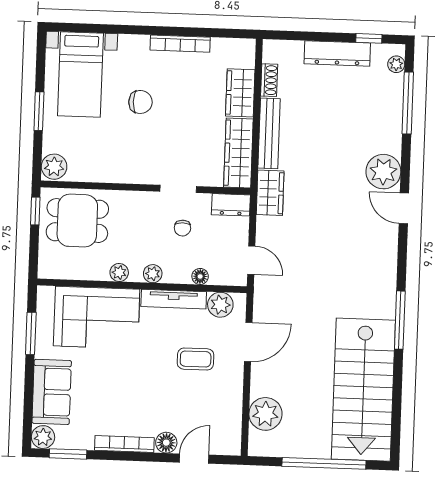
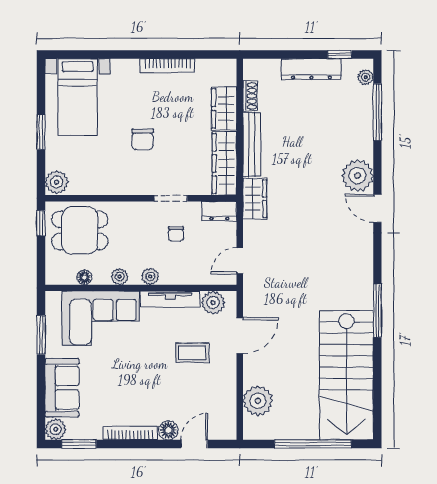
chair: (140, 102) -> (143, 139), moved, turned 90
door: (251, 260) -> (240, 261), swing flipped
floor lamp: (200, 276) -> (84, 277), moved

